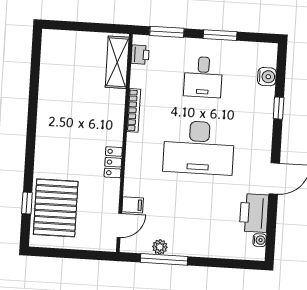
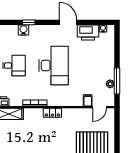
water cooler: (267, 77) -> (23, 30), moved
locker: (113, 162) -> (52, 113), moved
door: (119, 225) -> (99, 107), swing flipped

